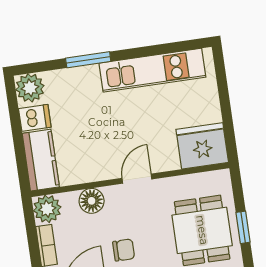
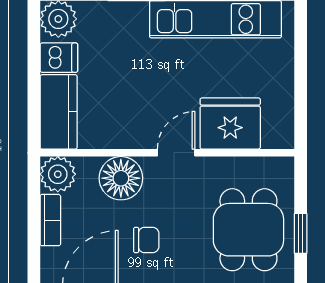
fridge: (202, 146) -> (230, 123), moved
floor lamp: (92, 201) -> (121, 178), width x1.38, depth x1.38

